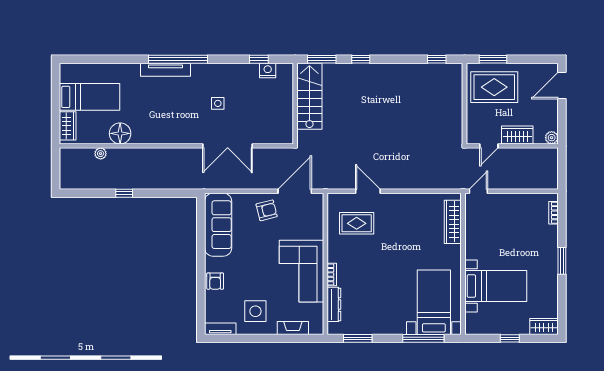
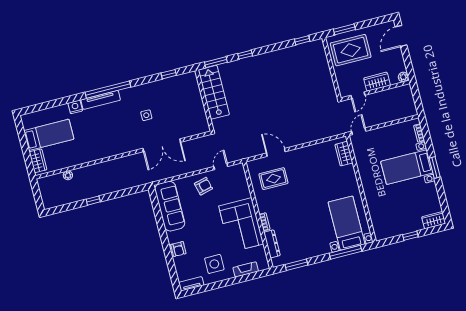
nightstand: (268, 70) -> (75, 107), moved
floor lamp: (120, 133) -> (79, 156), removed
door: (295, 191) -> (221, 166), width x0.53
wardrobe: (453, 222) -> (344, 154), width x0.67
bed with nightstands: (496, 286) -> (407, 167), moved, turned 180

